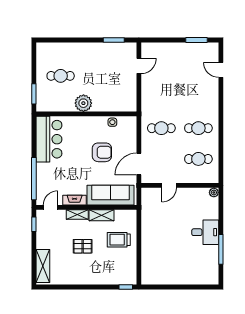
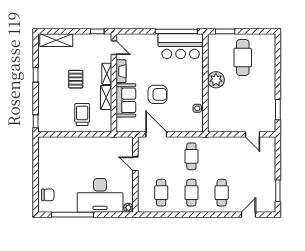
cafe table: (61, 76) -> (243, 58), width x1.37, depth x1.35
cafe table: (198, 97) -> (222, 193), added
armchair: (102, 152) -> (158, 94), moved, turned -90
window: (34, 179) -> (176, 31), moved
sofa: (111, 195) -> (126, 100), width x0.73
desk: (205, 232) -> (100, 195), width x1.87, depth x1.30
window: (221, 249) -> (73, 215), width x1.46
chair: (201, 275) -> (48, 195), added
window: (78, 287) -> (36, 75), added

